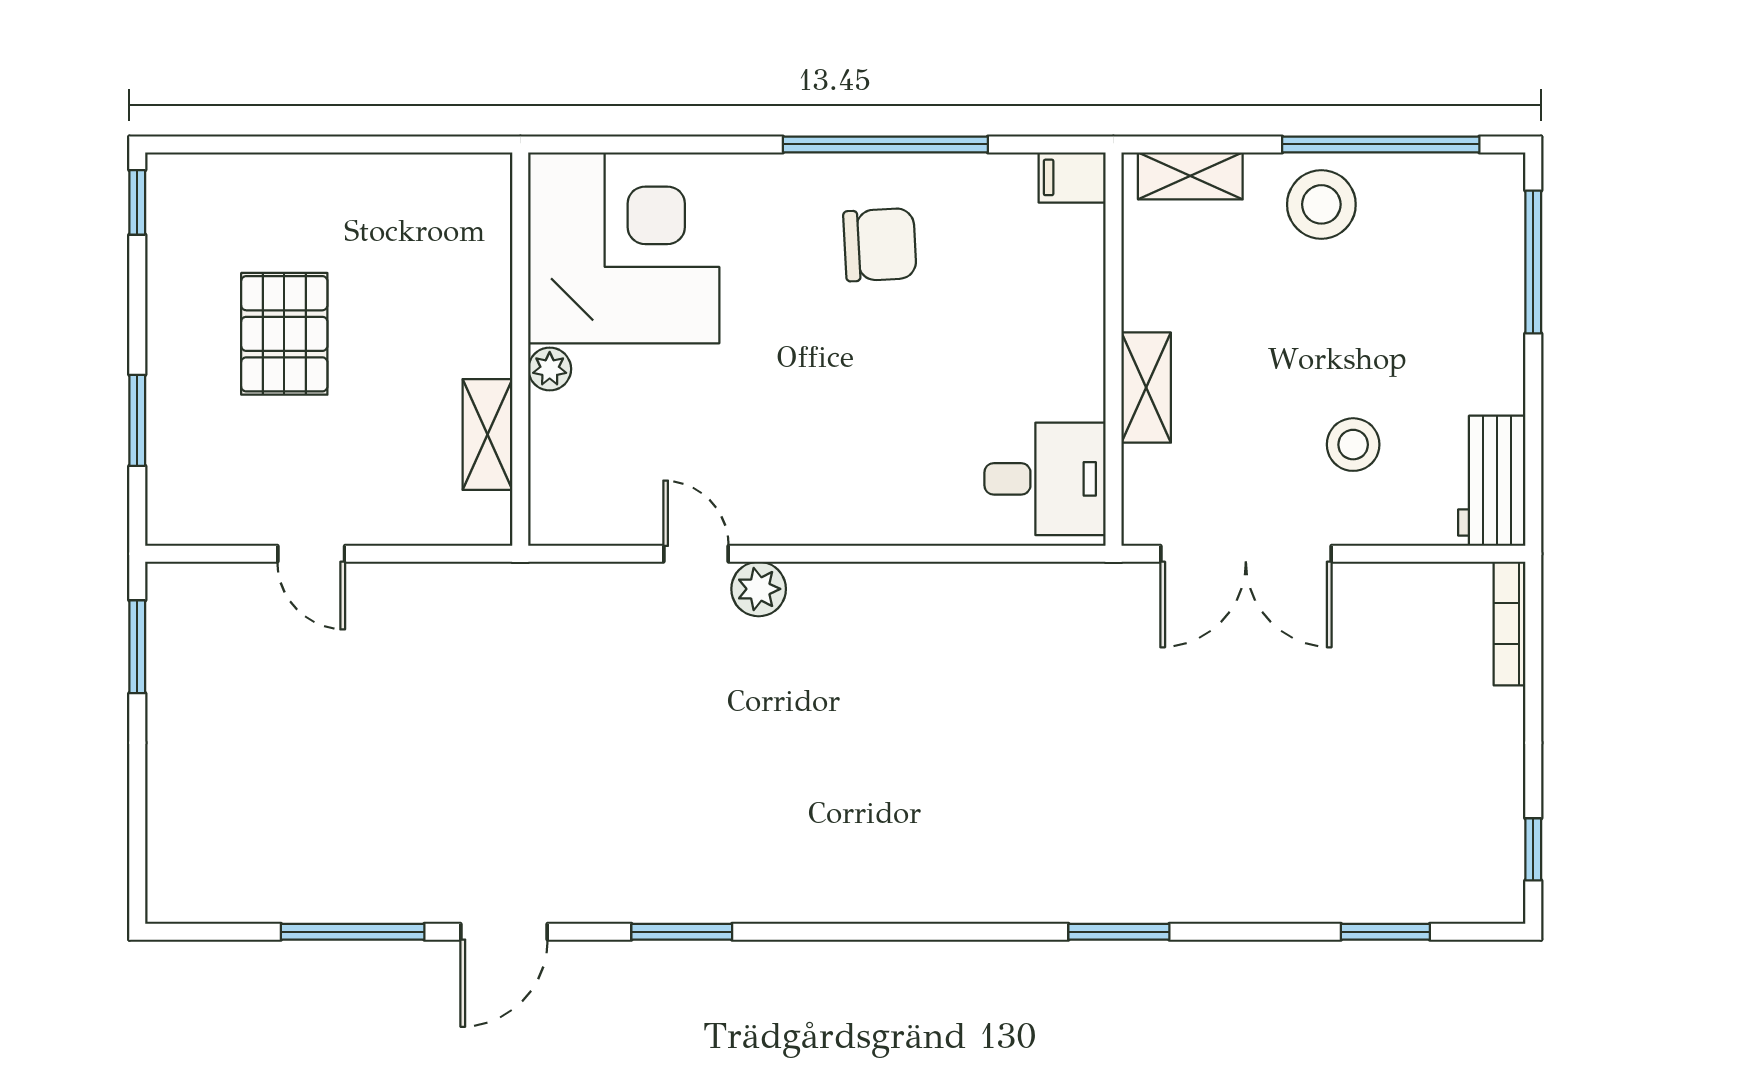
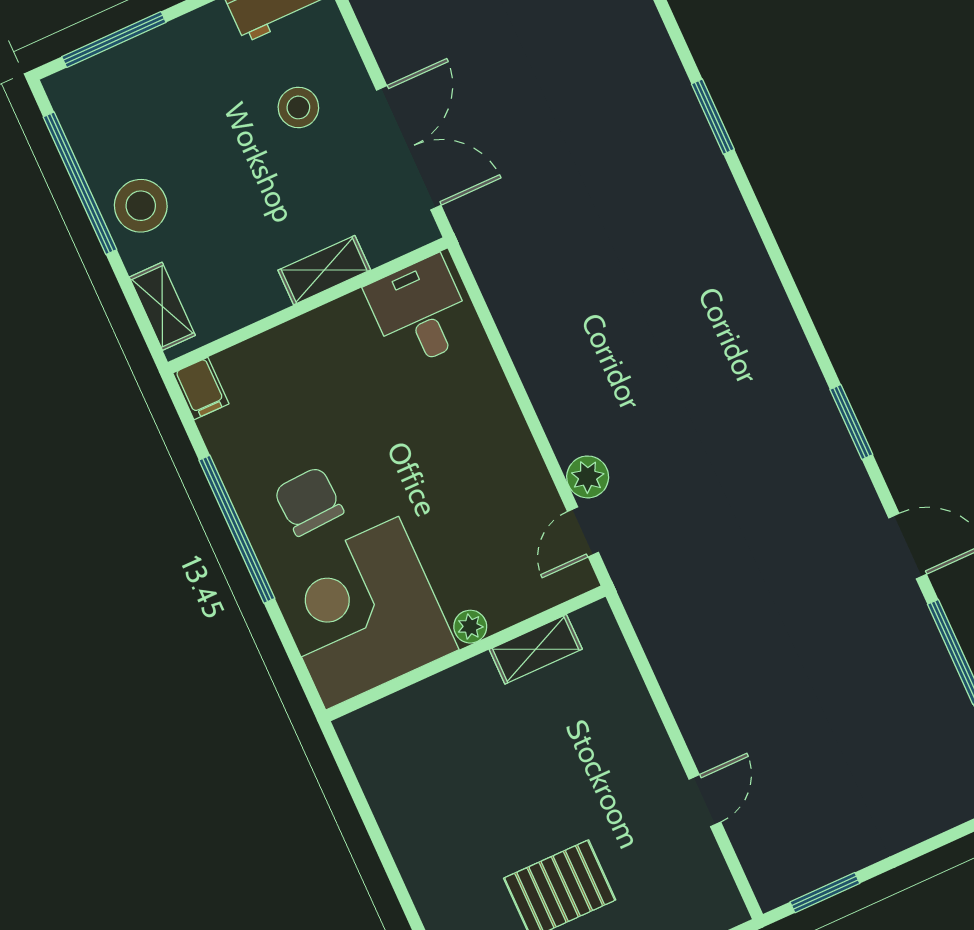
corner desk: (624, 248) -> (362, 613), moved
wall: (520, 349) -> (466, 653), moved
plant: (550, 369) -> (470, 627), moved
shelving: (488, 435) -> (536, 649), moved

